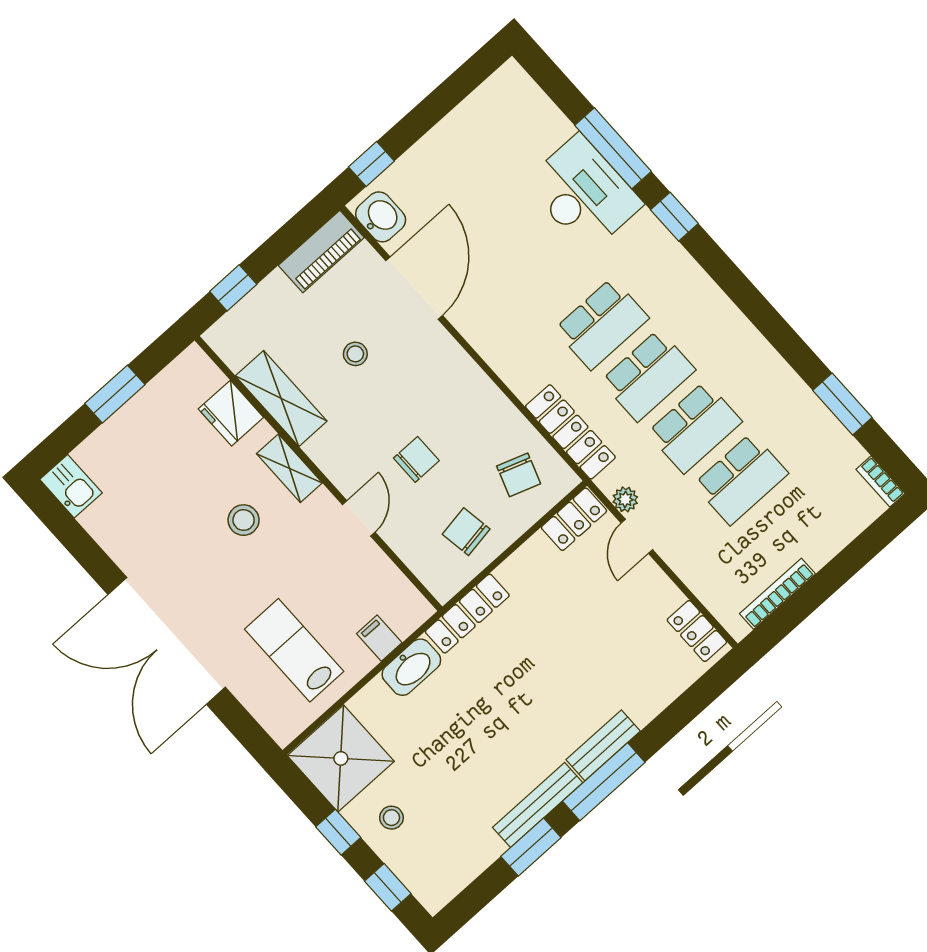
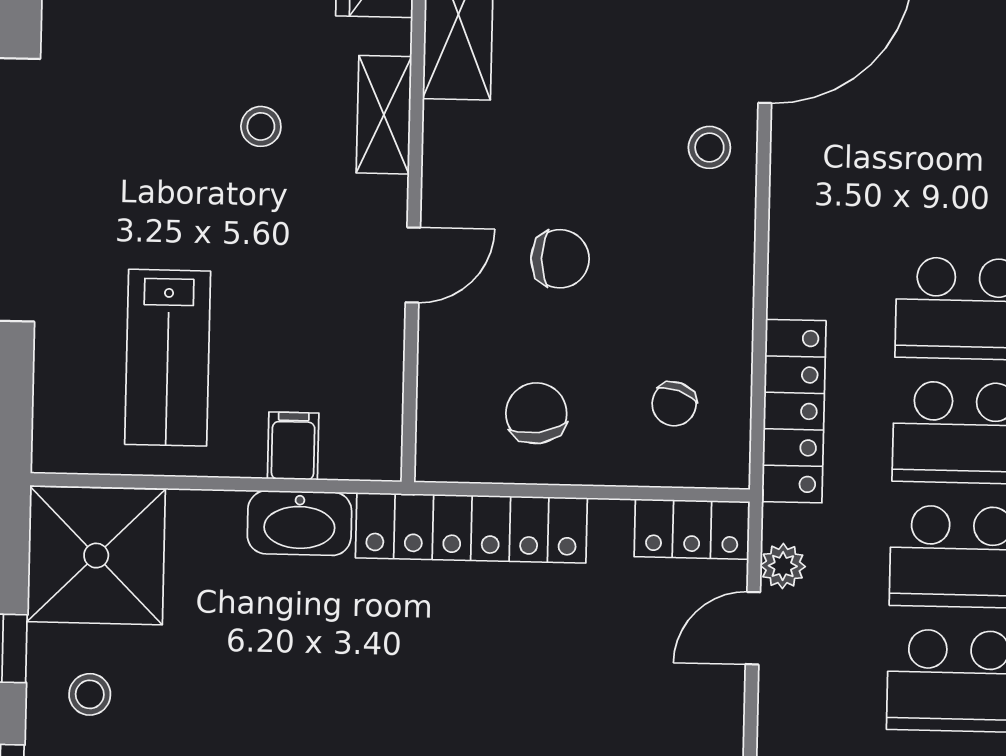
stool: (355, 354) -> (709, 147), moved
chair: (519, 475) -> (674, 404), width x0.73, depth x0.73
stool: (244, 520) -> (261, 126), width x0.73, depth x0.73
locker: (467, 614) -> (471, 528), width x1.41, depth x1.21
lab bench: (294, 650) -> (168, 358), turned 180

